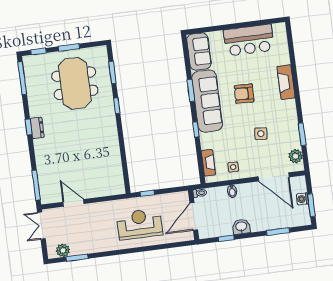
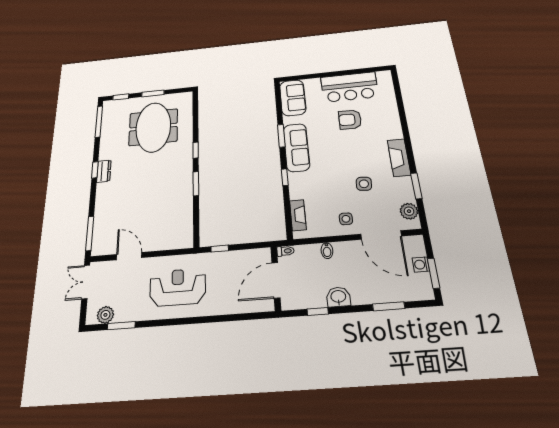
window: (112, 72) -> (196, 184), moved
fireplace: (286, 82) -> (399, 158), moved
armchair: (244, 94) -> (350, 120), moved
sofa: (207, 101) -> (296, 147), width x0.74, depth x0.79
side table: (233, 167) -> (346, 219), moved
reception desk: (140, 224) -> (178, 287), moved

